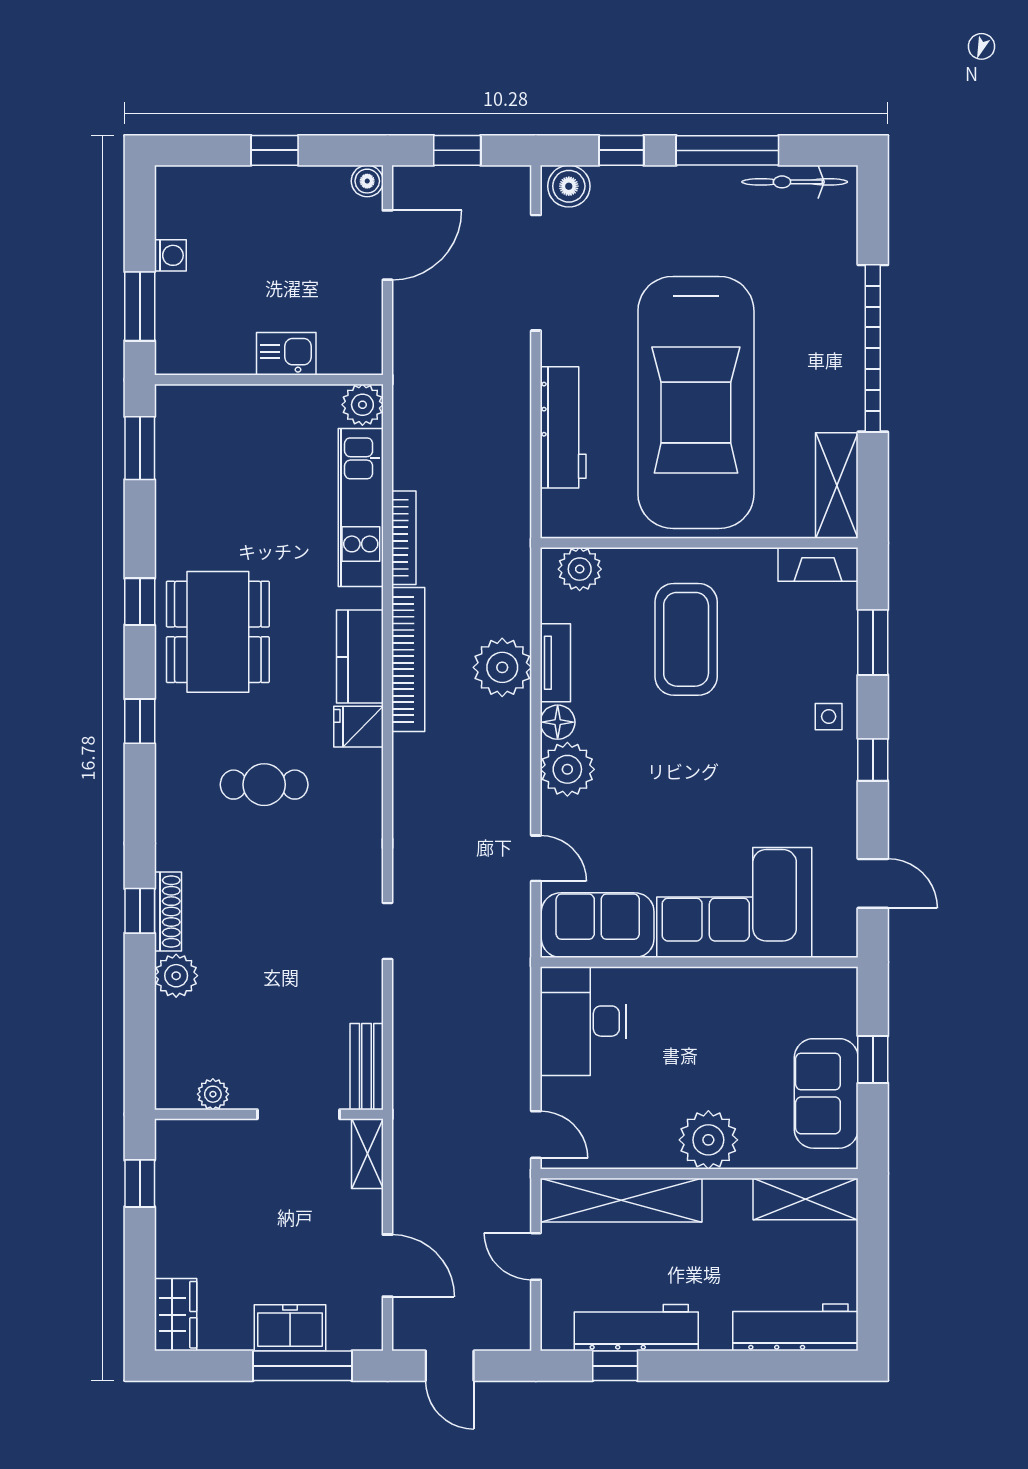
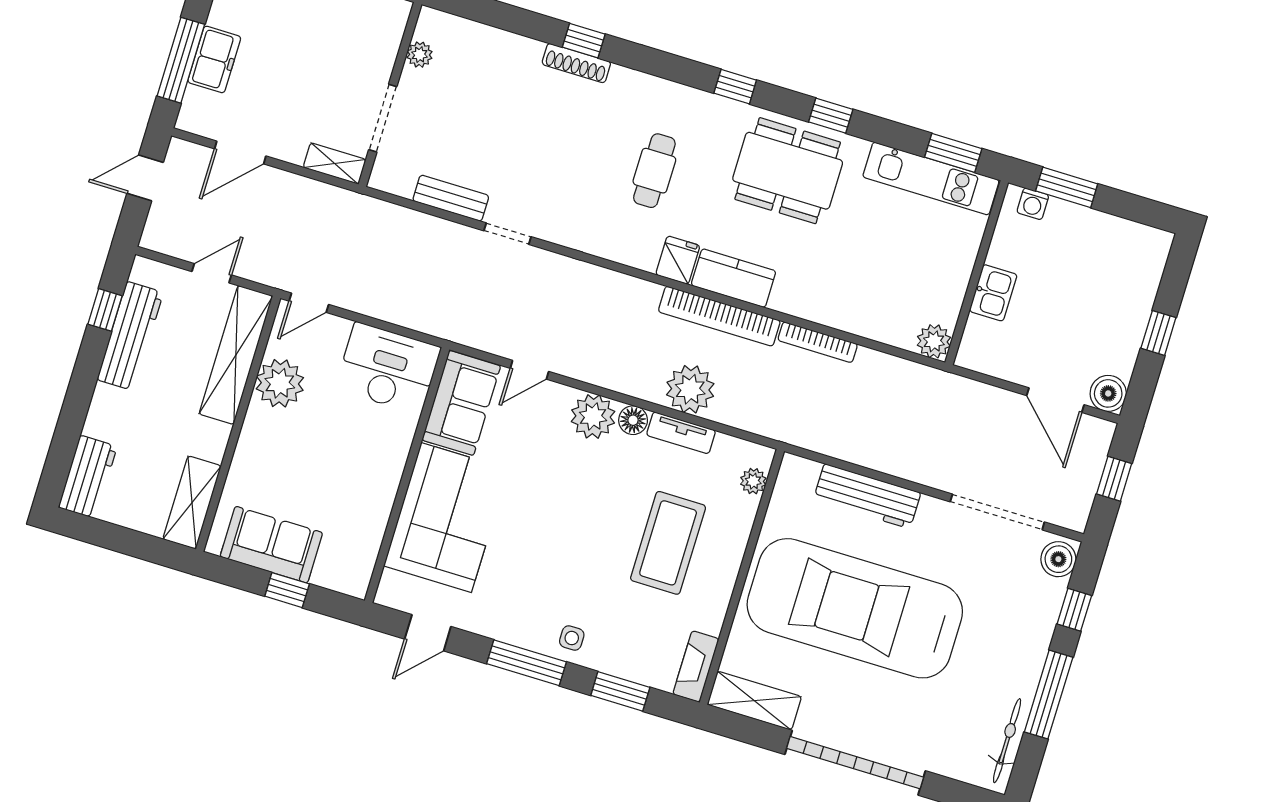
boiler: (367, 181) -> (1108, 393), width x1.36, depth x1.36
washing machine: (170, 255) -> (1033, 204), moved
kitchen unit: (361, 508) -> (931, 179), moved, turned 180
plant: (580, 569) -> (753, 481), width x0.73, depth x0.73
coffee table: (686, 639) -> (668, 543), turned 90
window: (873, 760) -> (527, 663), width x2.17
plant: (176, 976) -> (523, 54), removed
bench: (367, 1067) -> (451, 198), moved
plant: (708, 1140) -> (280, 383), moved
workbench: (795, 1327) -> (88, 477), width x0.73

